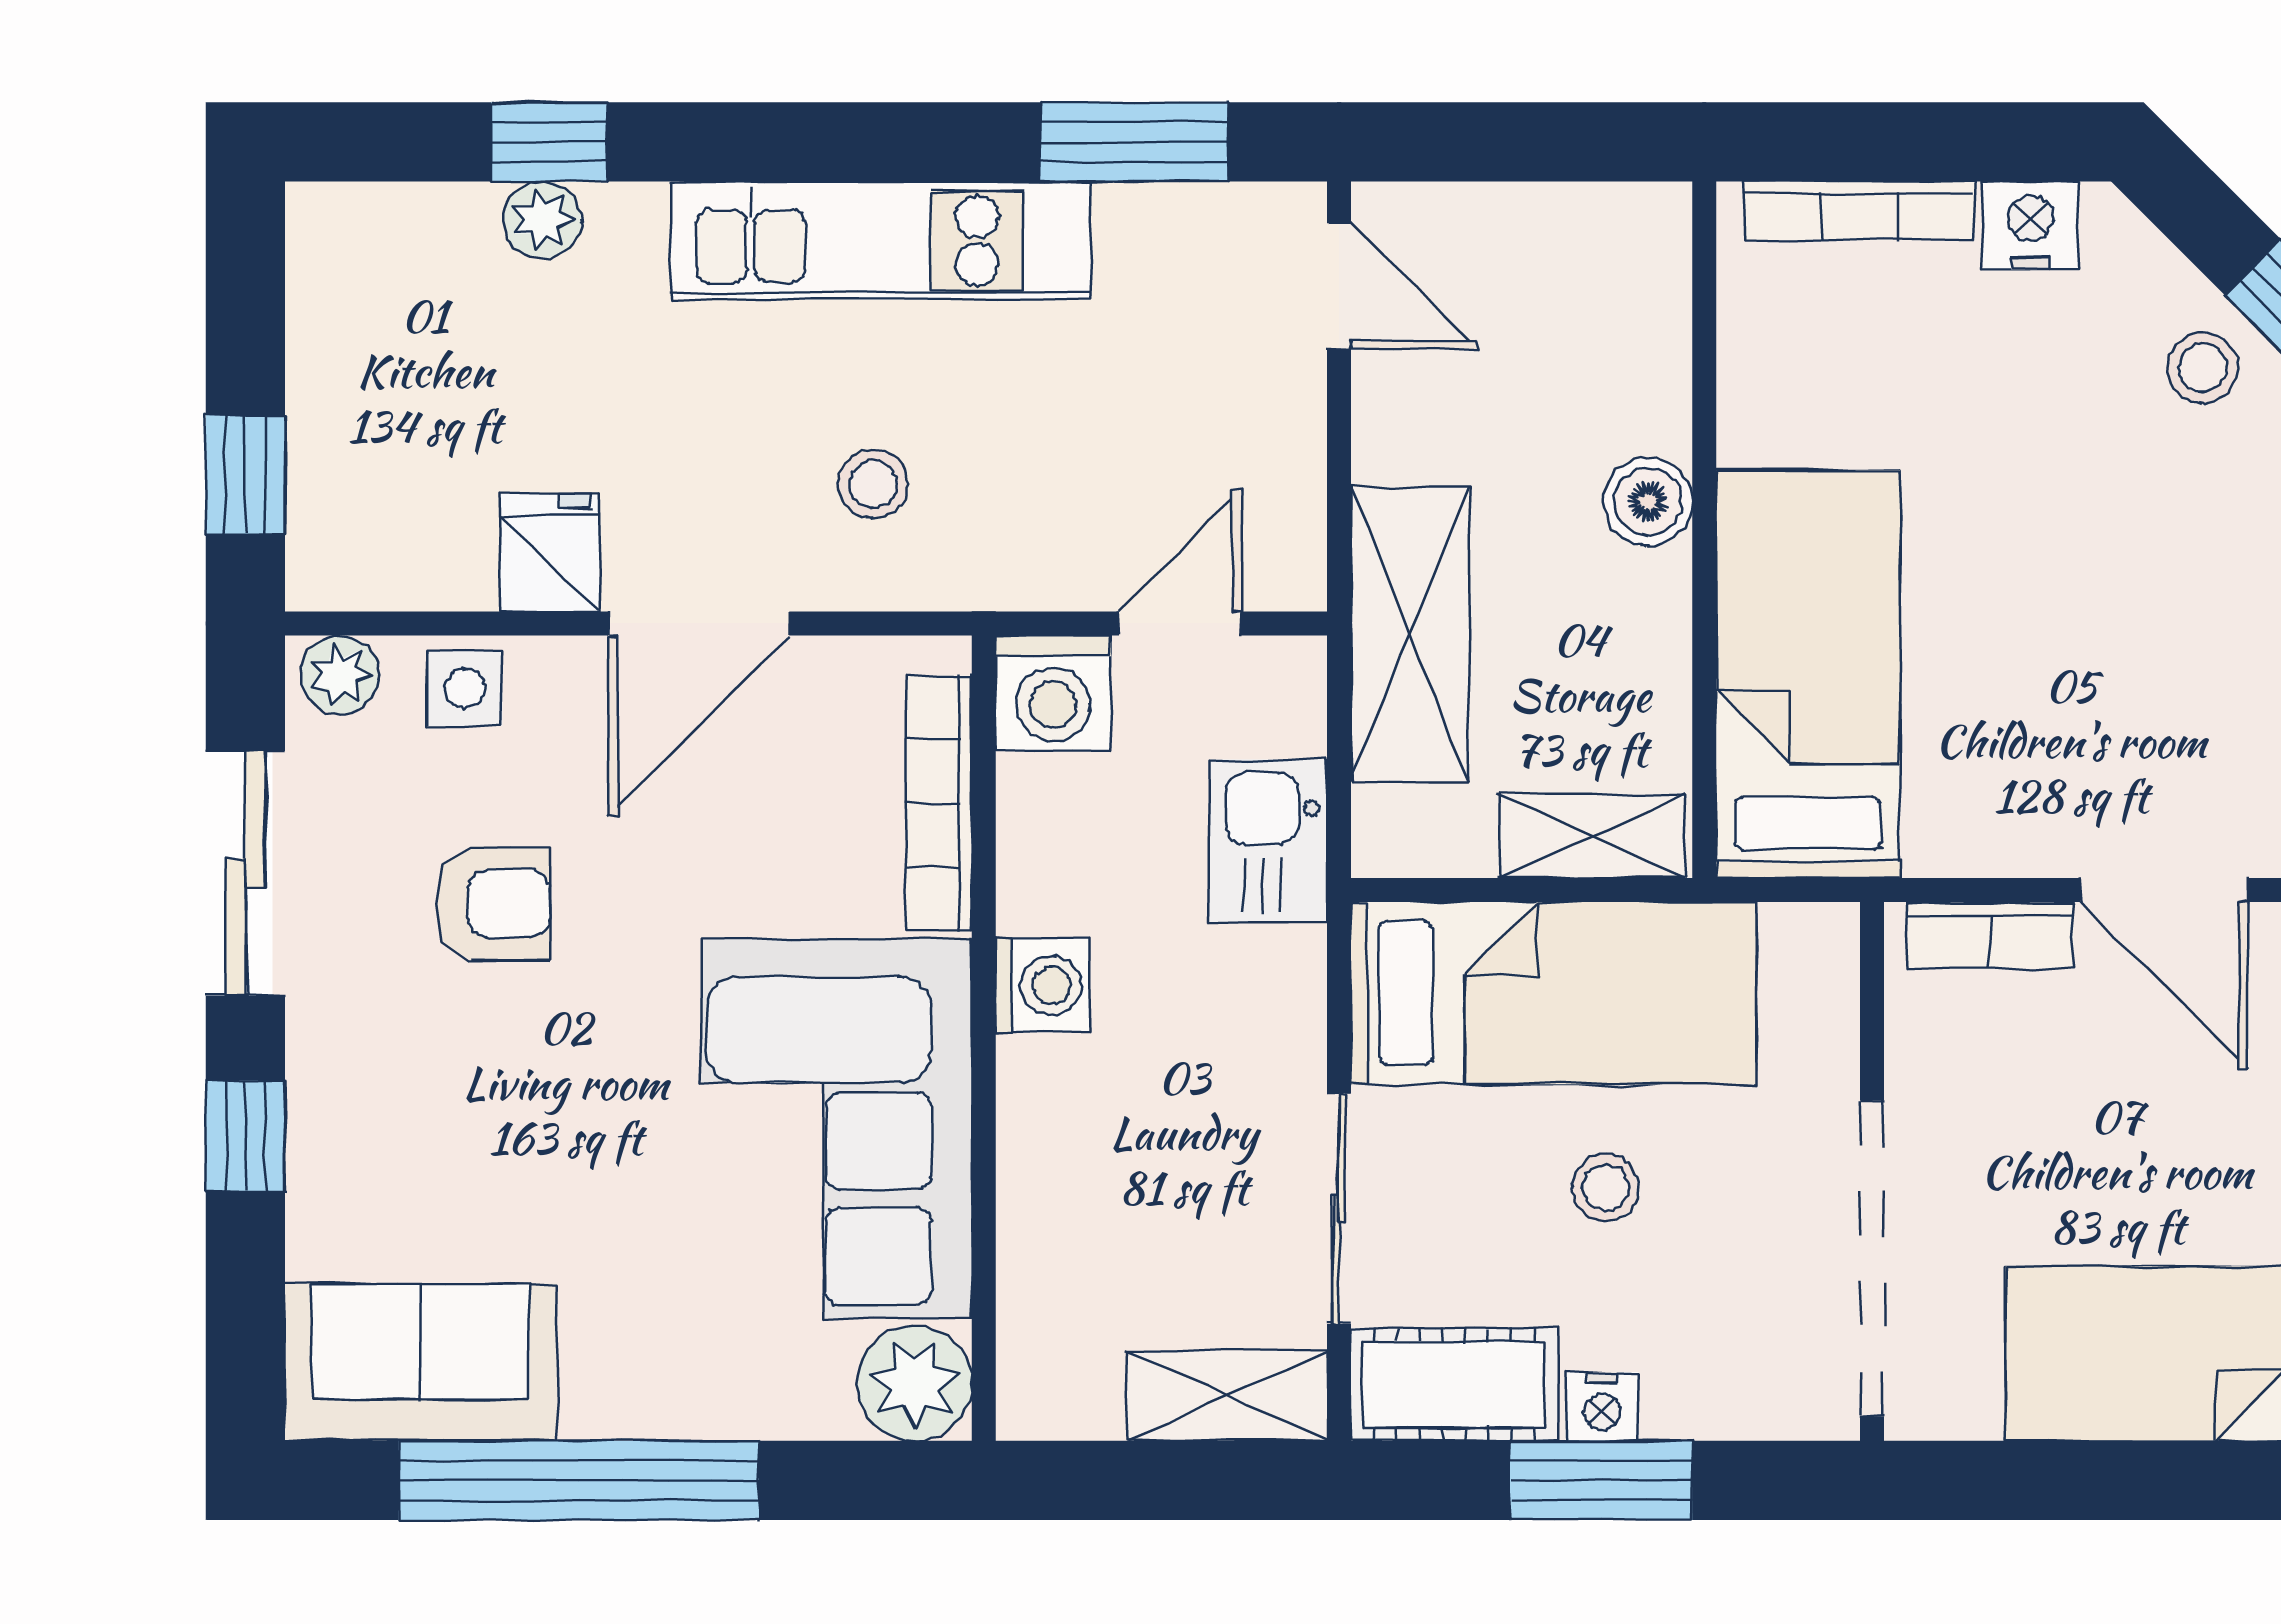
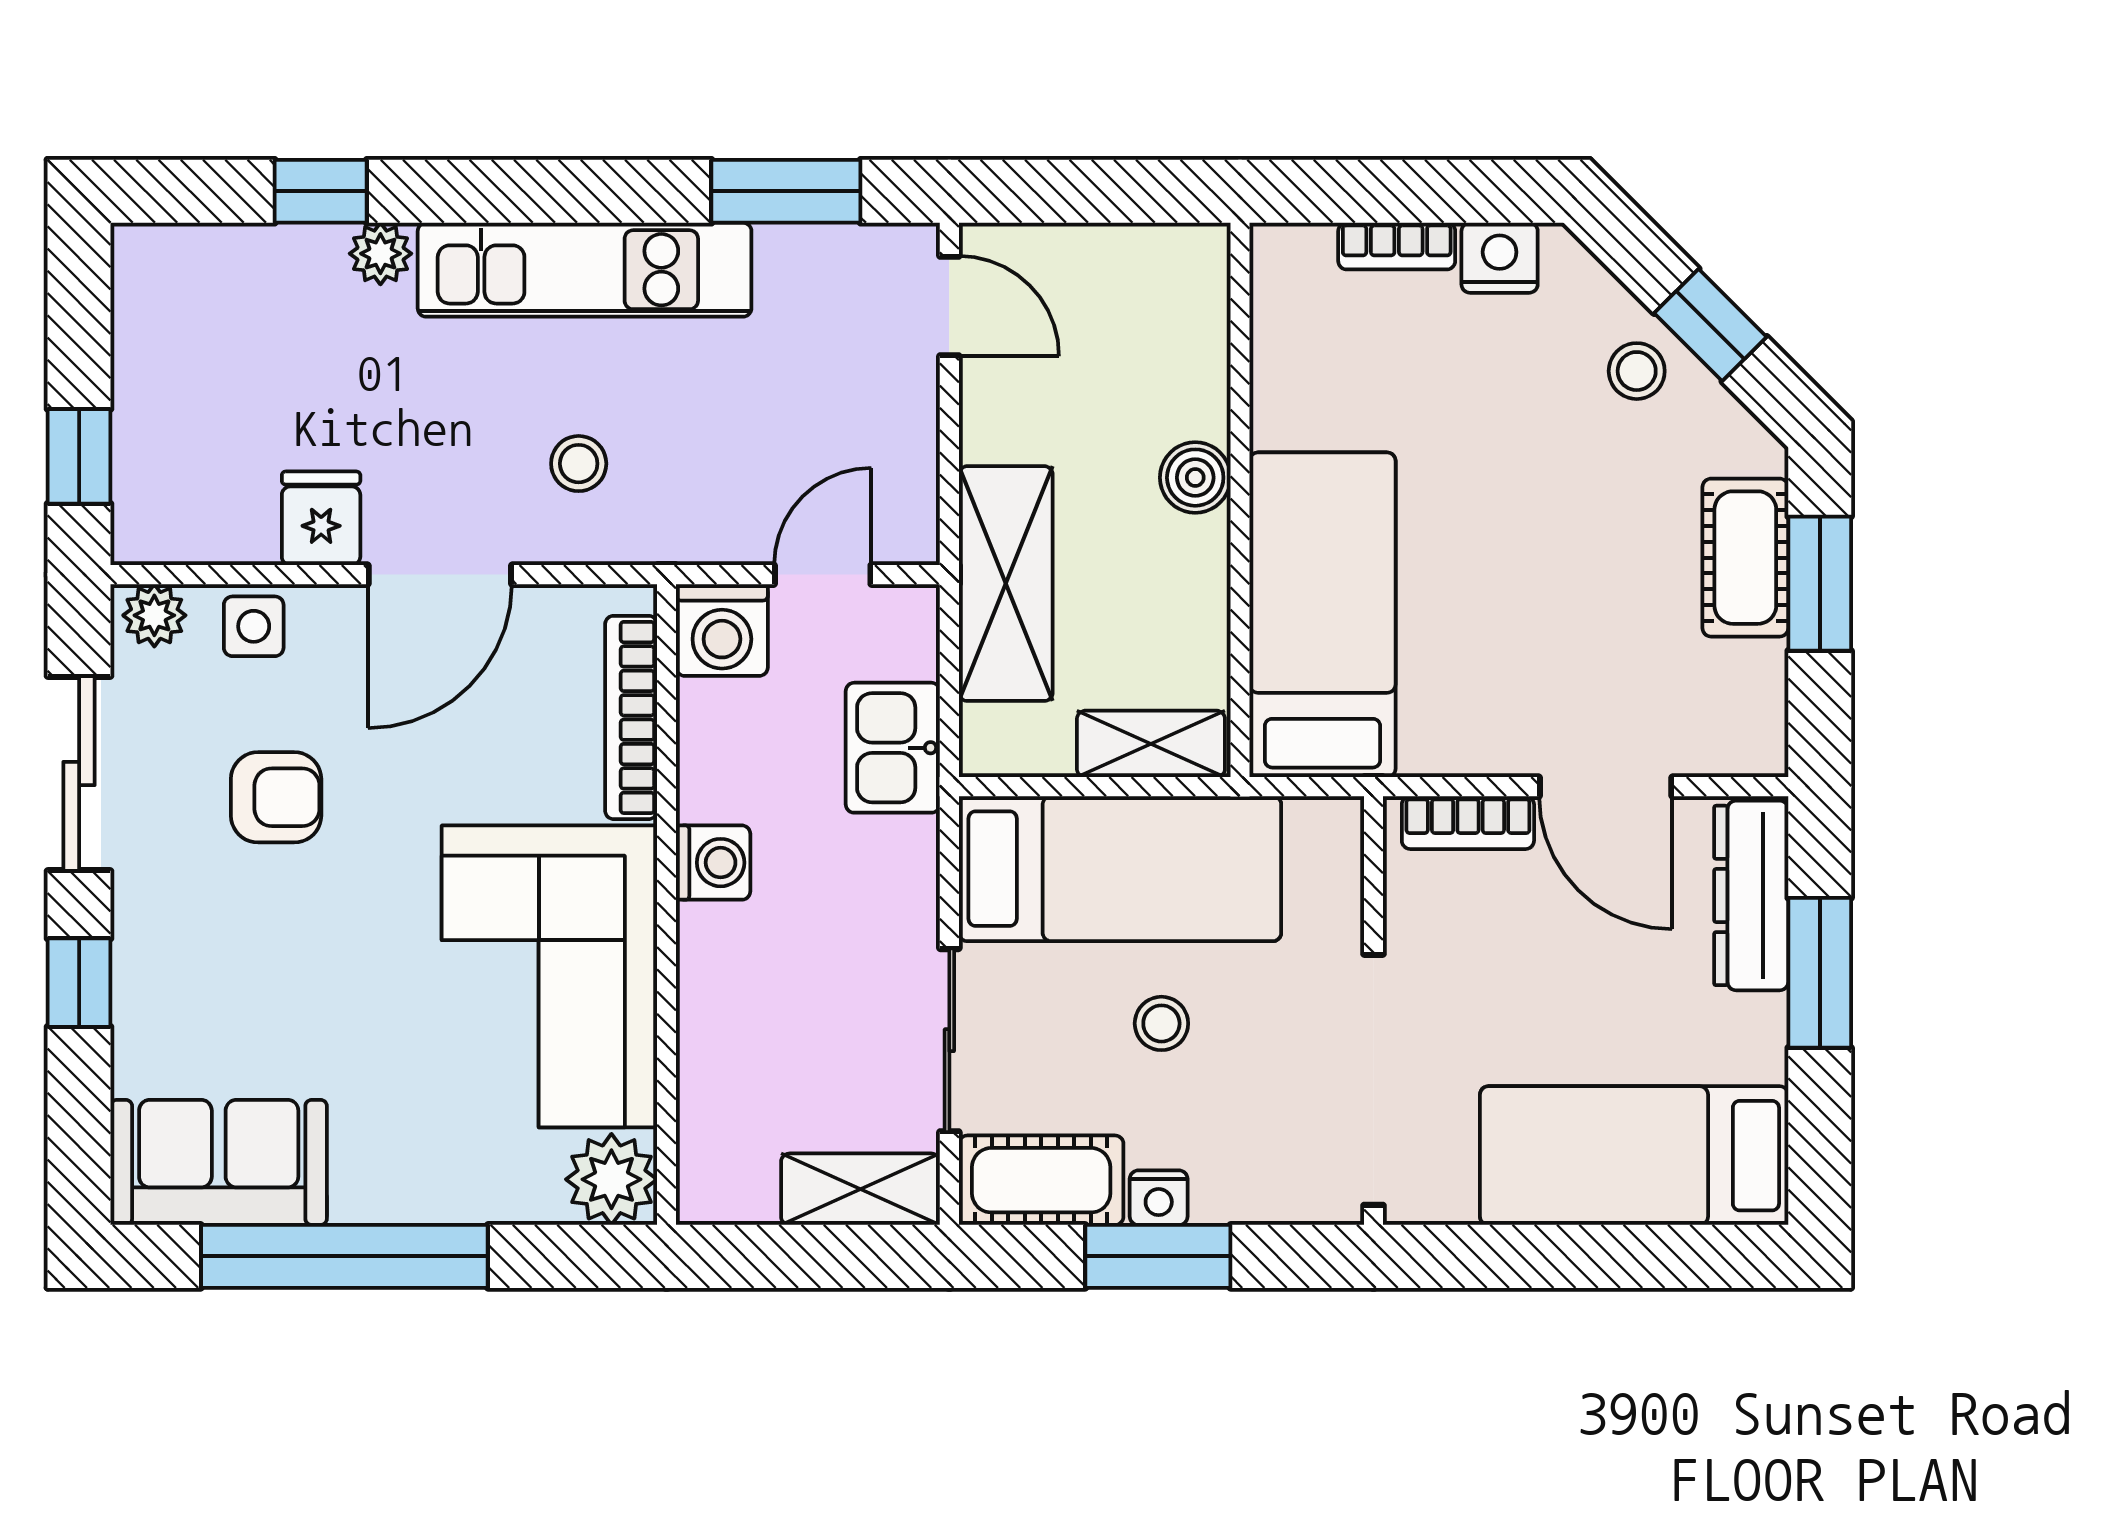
bookcase: (1860, 211) -> (1397, 246), width x0.64
plant: (542, 220) -> (380, 254), moved

